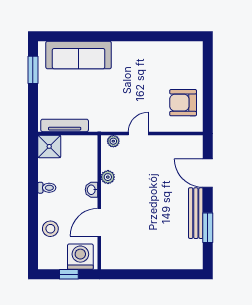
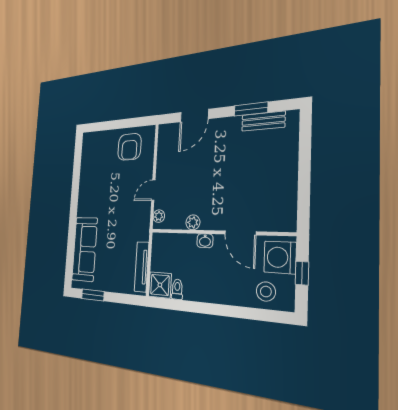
door: (138, 133) -> (153, 190), hinge flipped
toilet: (47, 188) -> (177, 289), moved
bench: (196, 213) -> (263, 121), moved, width x0.73
stool: (50, 229) -> (266, 292), moved

